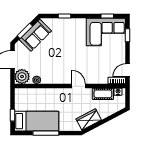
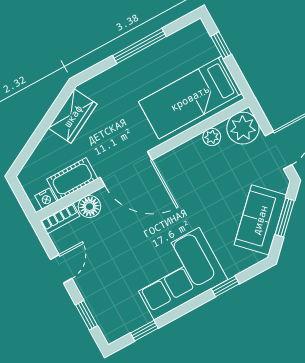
corner sofa: (106, 32) -> (177, 274), moved
door: (127, 70) -> (61, 269), moved
floor lamp: (102, 79) -> (89, 207), added
door: (79, 86) -> (126, 169), width x1.87
bed: (37, 121) -> (190, 98), moved

